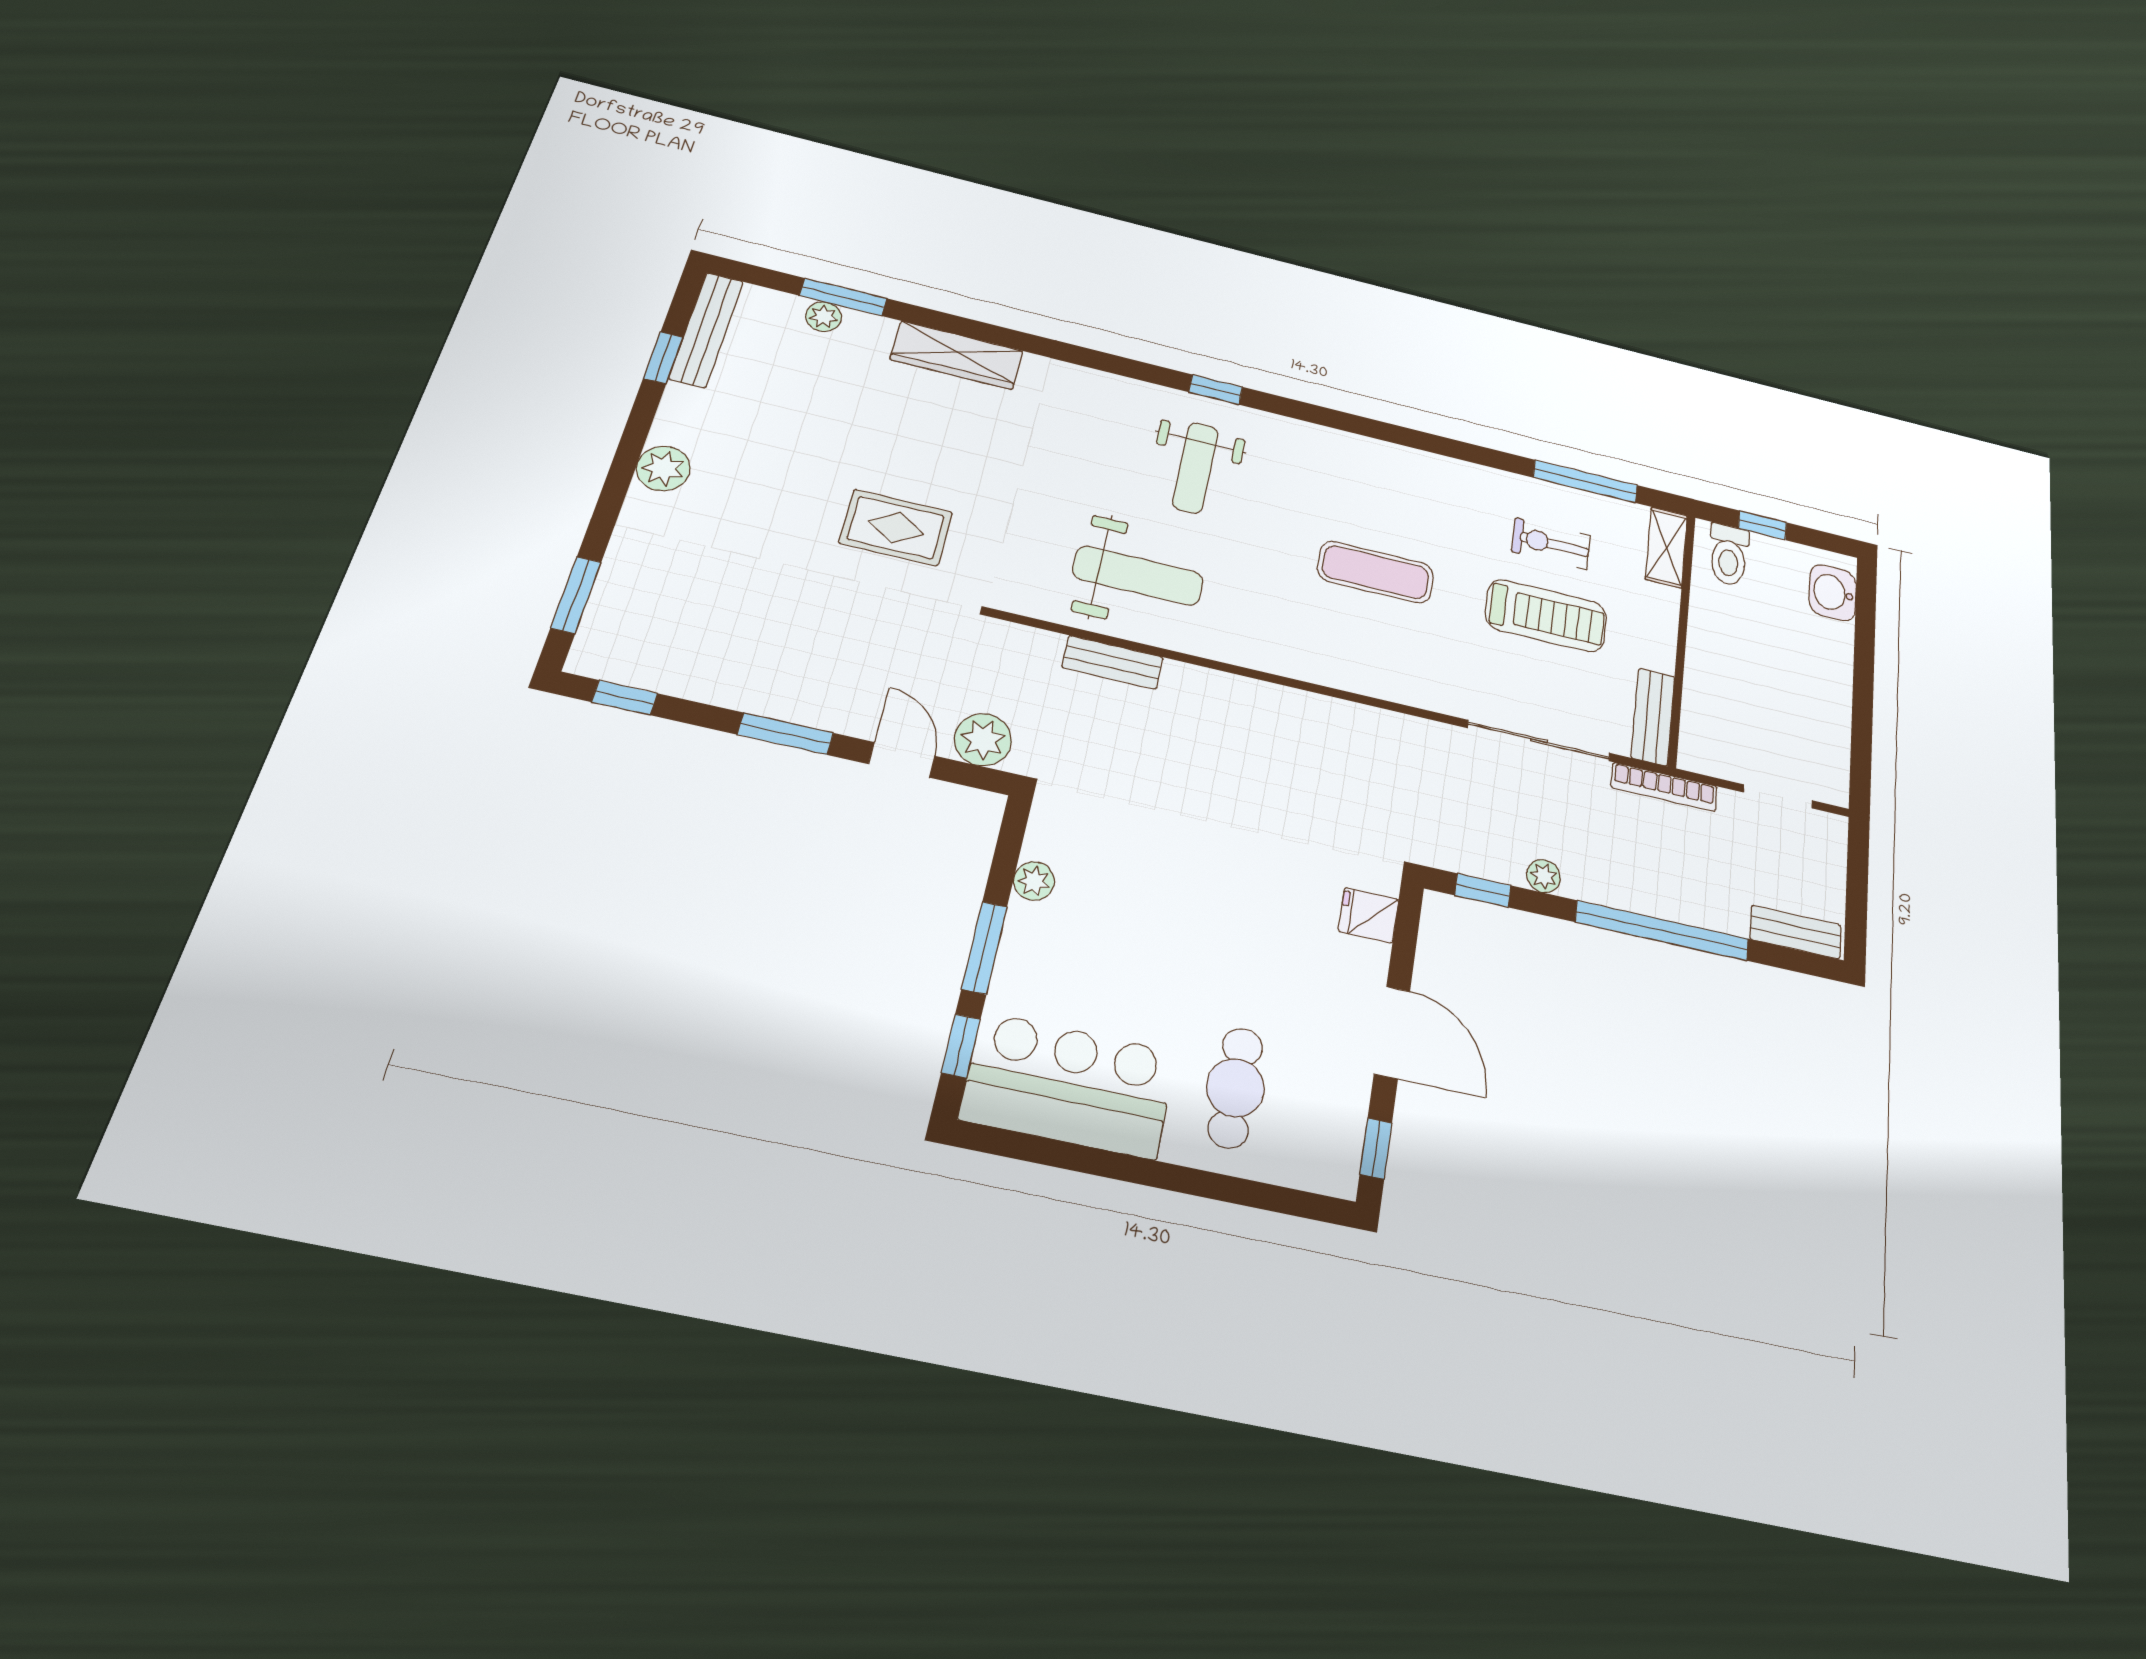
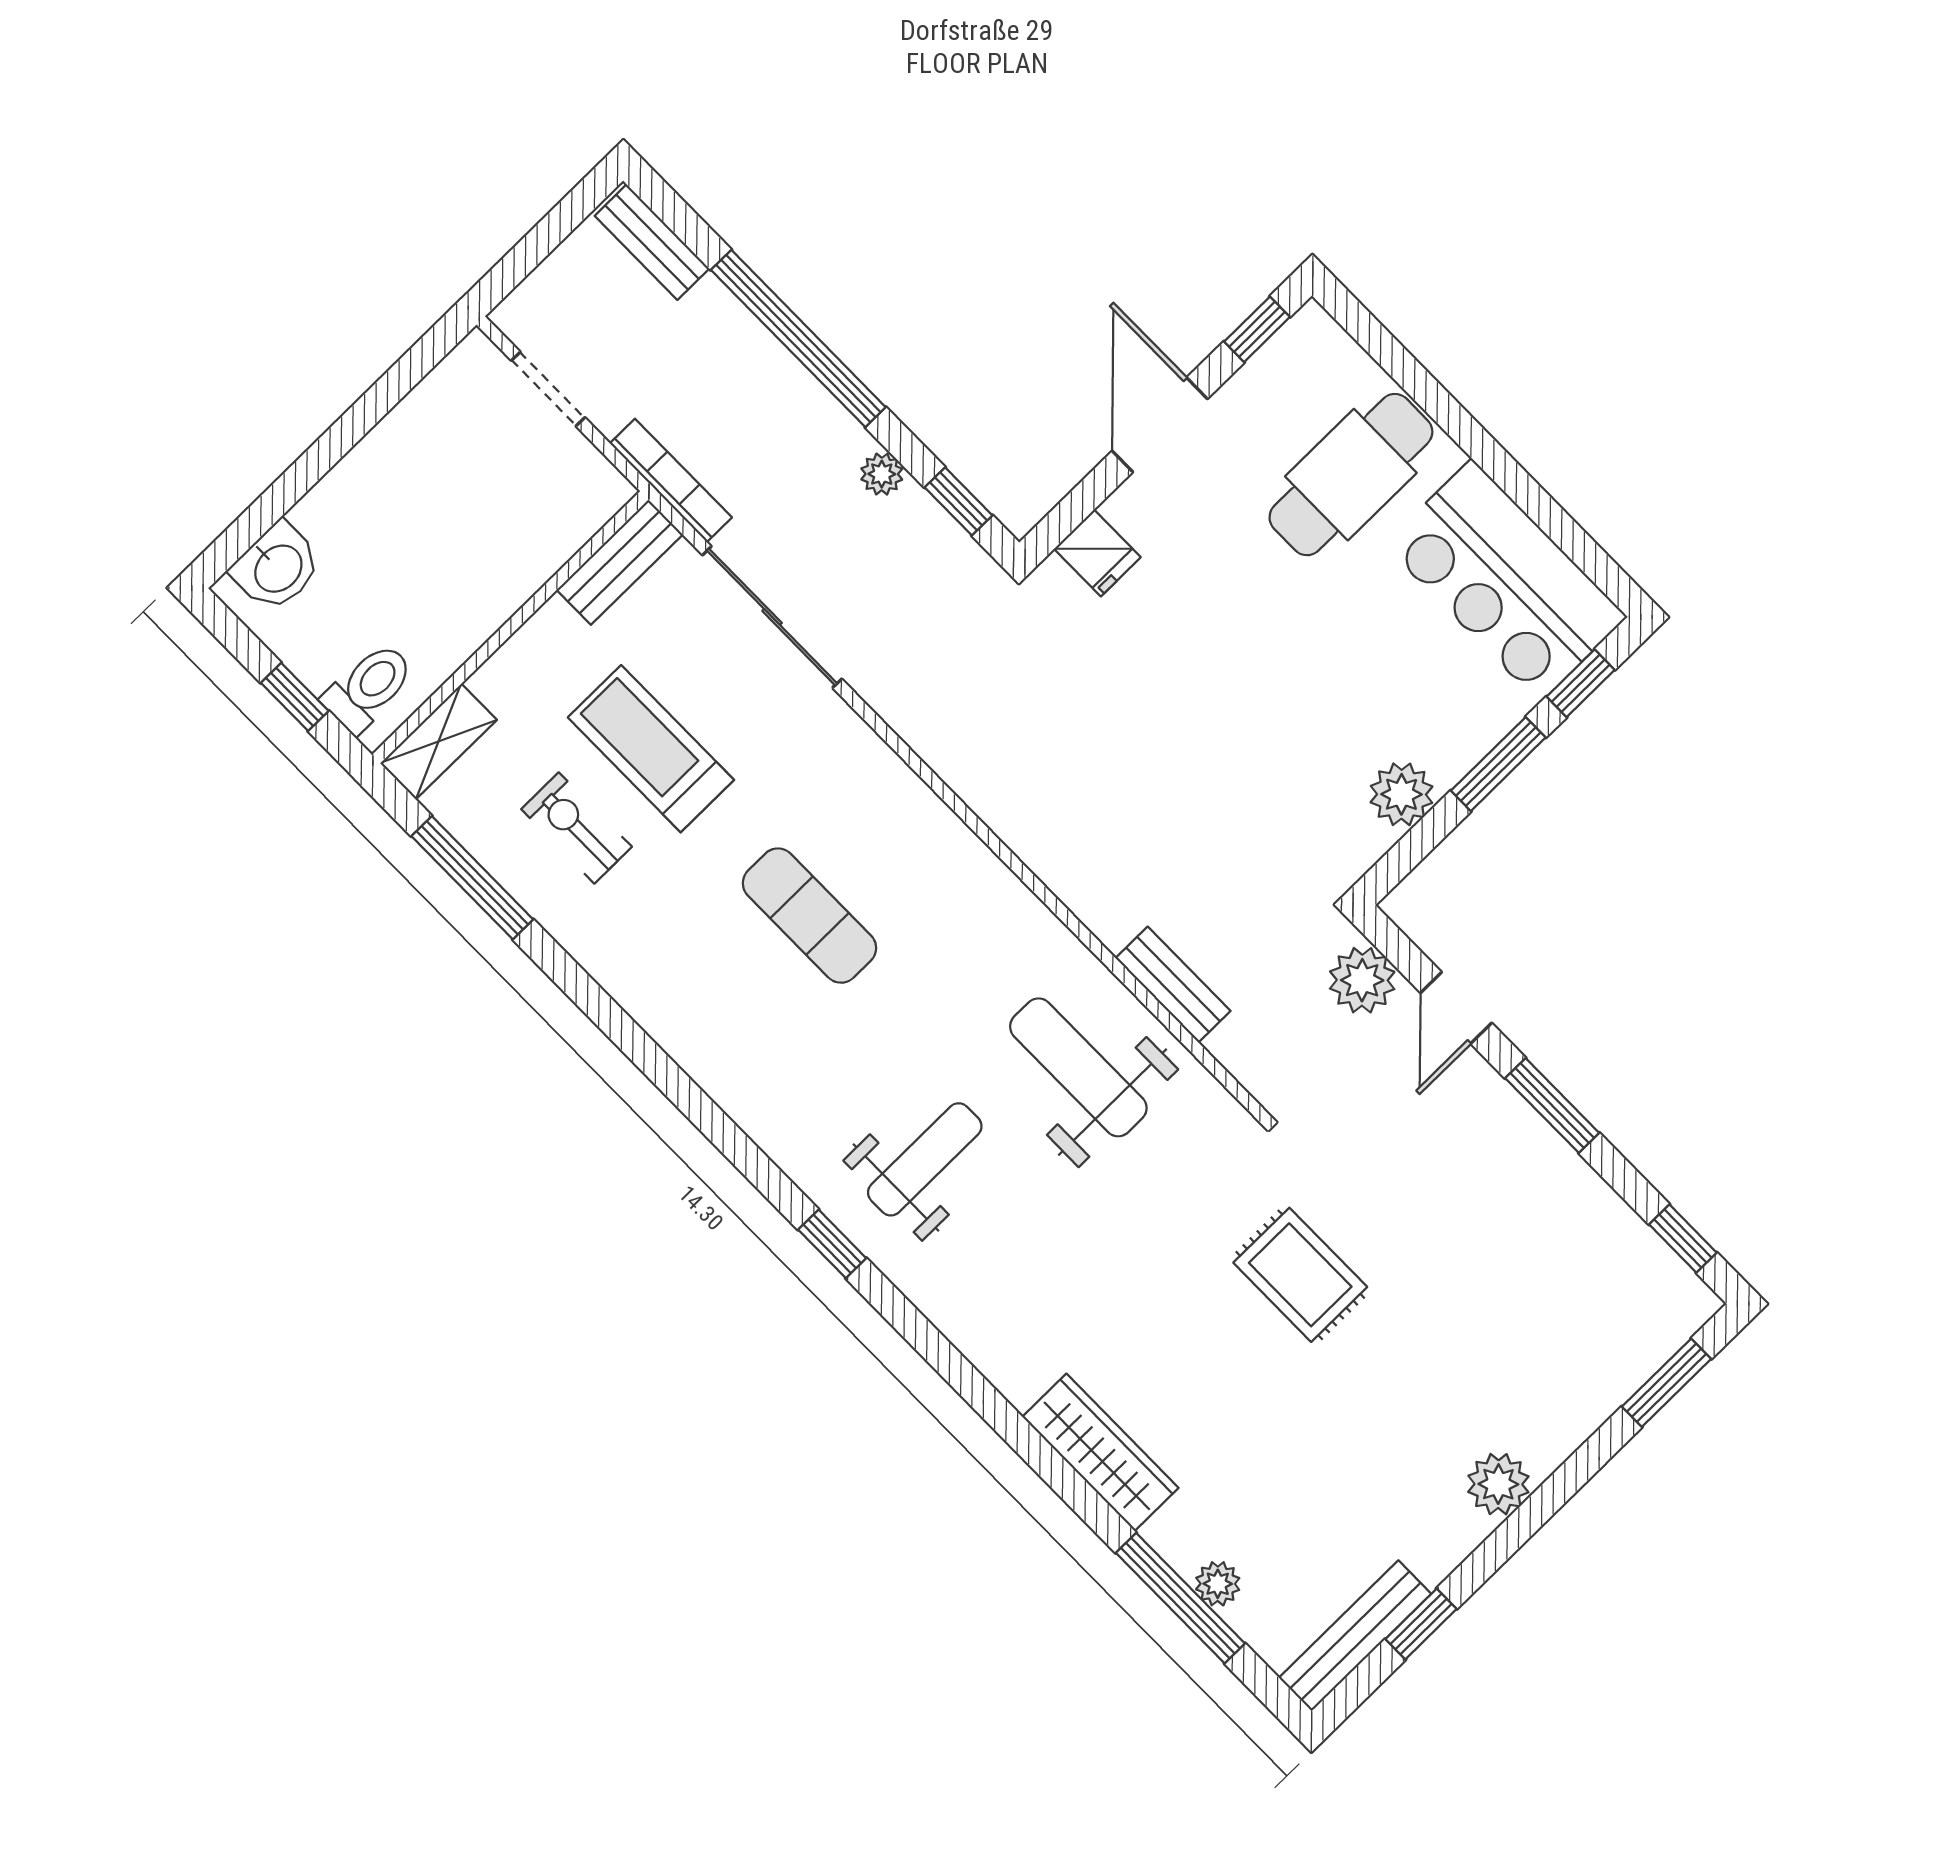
window: (843, 297) -> (1180, 1598), width x1.44
exercise bike: (1551, 544) -> (577, 828), turned 180
plant: (1034, 881) -> (1402, 794), width x1.38, depth x1.38
cafe table: (1235, 1088) -> (1351, 475), width x1.37, depth x1.35

